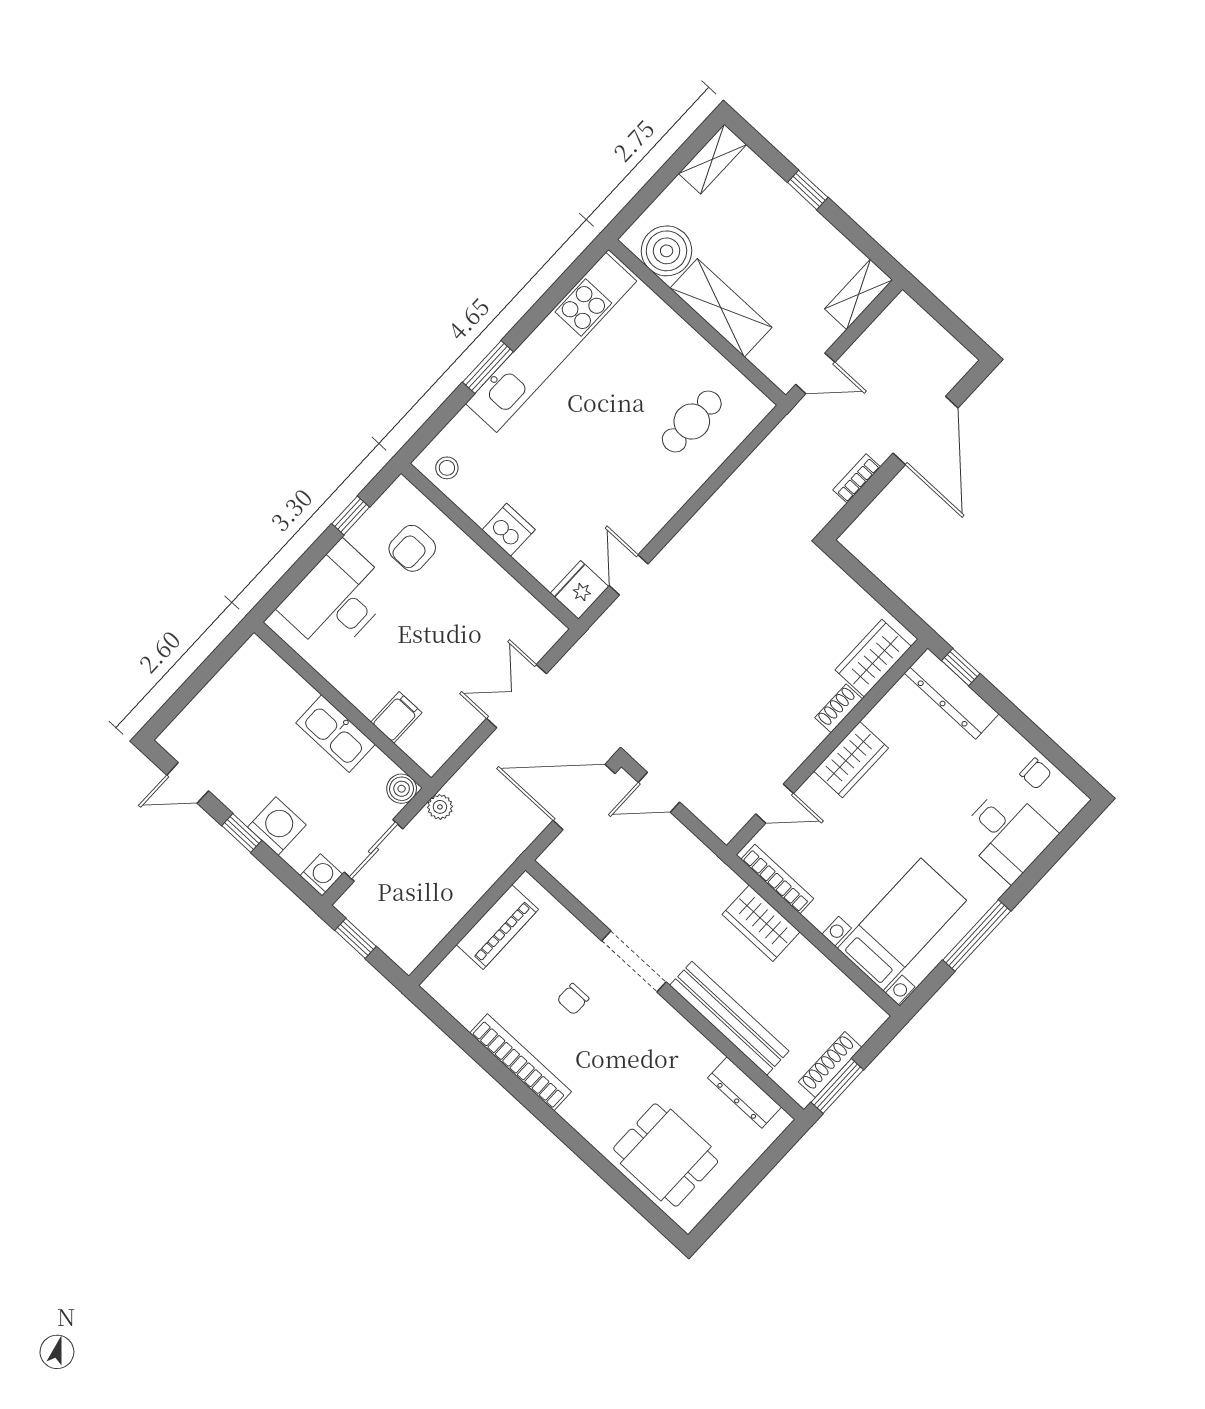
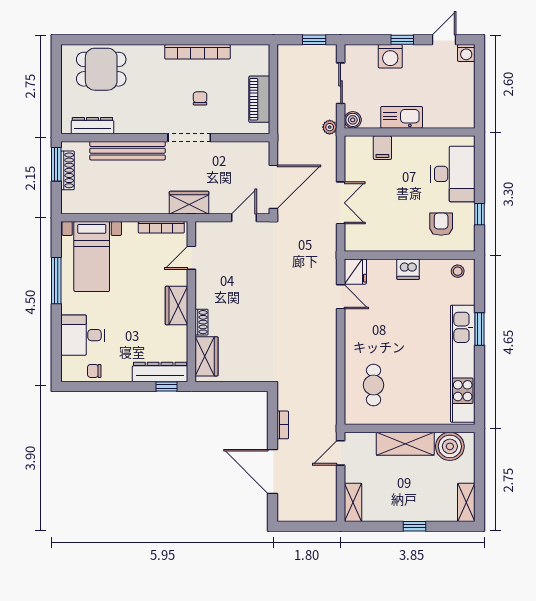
washing machine: (321, 875) -> (466, 53), moved
wardrobe: (761, 923) -> (189, 203), moved

